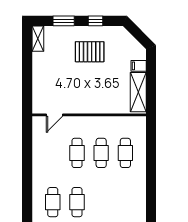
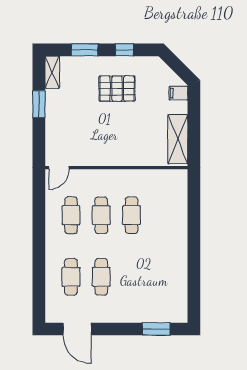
window: (27, 64) -> (39, 104), added
filing cabinet: (139, 66) -> (178, 93), moved
door: (55, 115) -> (59, 168), moved
cafe table: (125, 153) -> (71, 215), moved

